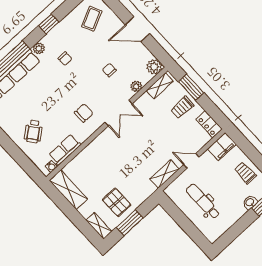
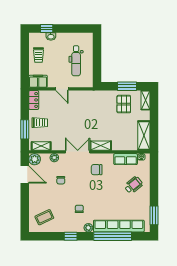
door: (137, 29) -> (25, 174), moved
shelving: (165, 174) -> (101, 146), moved

